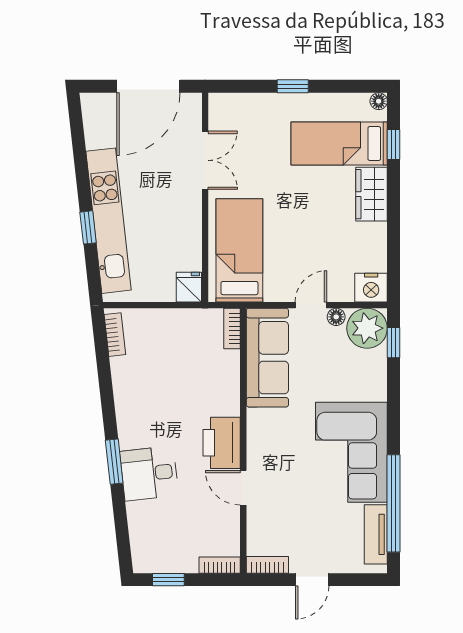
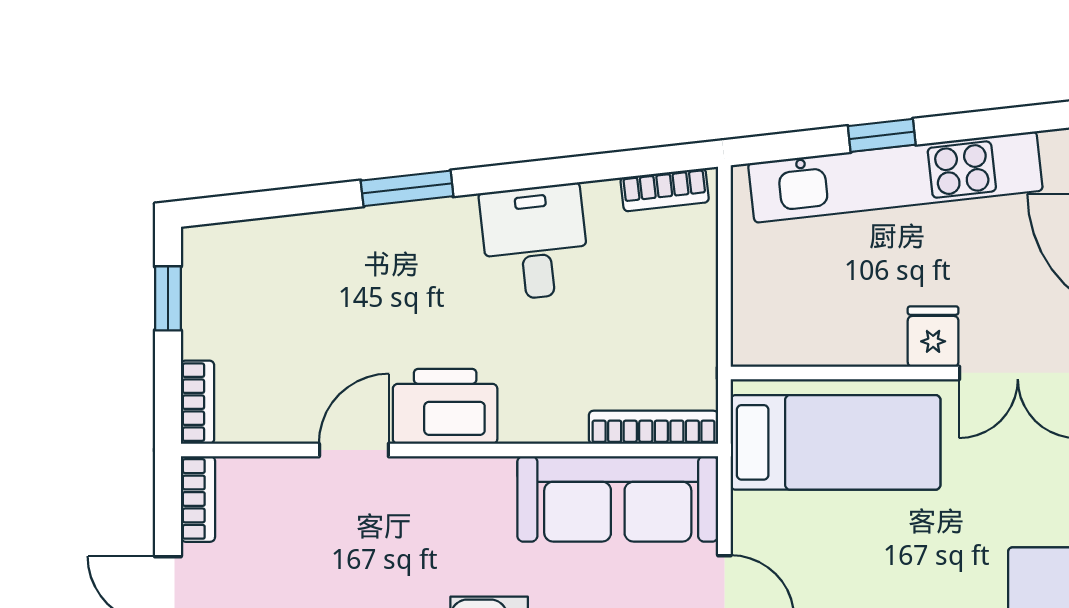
fridge: (189, 287) -> (933, 337), moved, turned -90
bookcase: (232, 329) -> (654, 427), width x1.56
desk: (149, 473) -> (535, 242), moved

